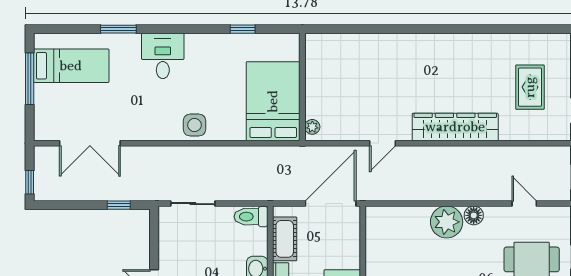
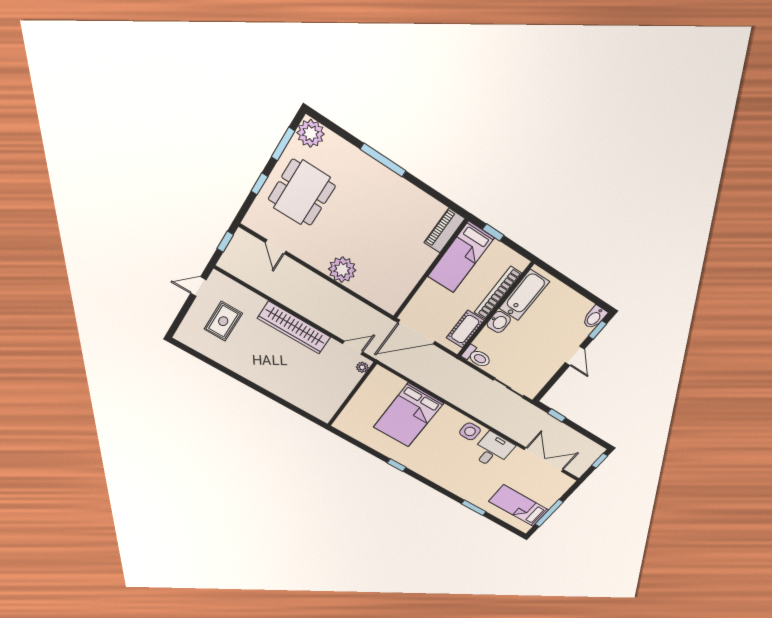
desk: (163, 56) -> (492, 450), moved, turned 180
wall: (302, 87) -> (352, 394), moved
plant: (312, 127) -> (362, 367), moved
floor lamp: (474, 215) -> (319, 262), removed

